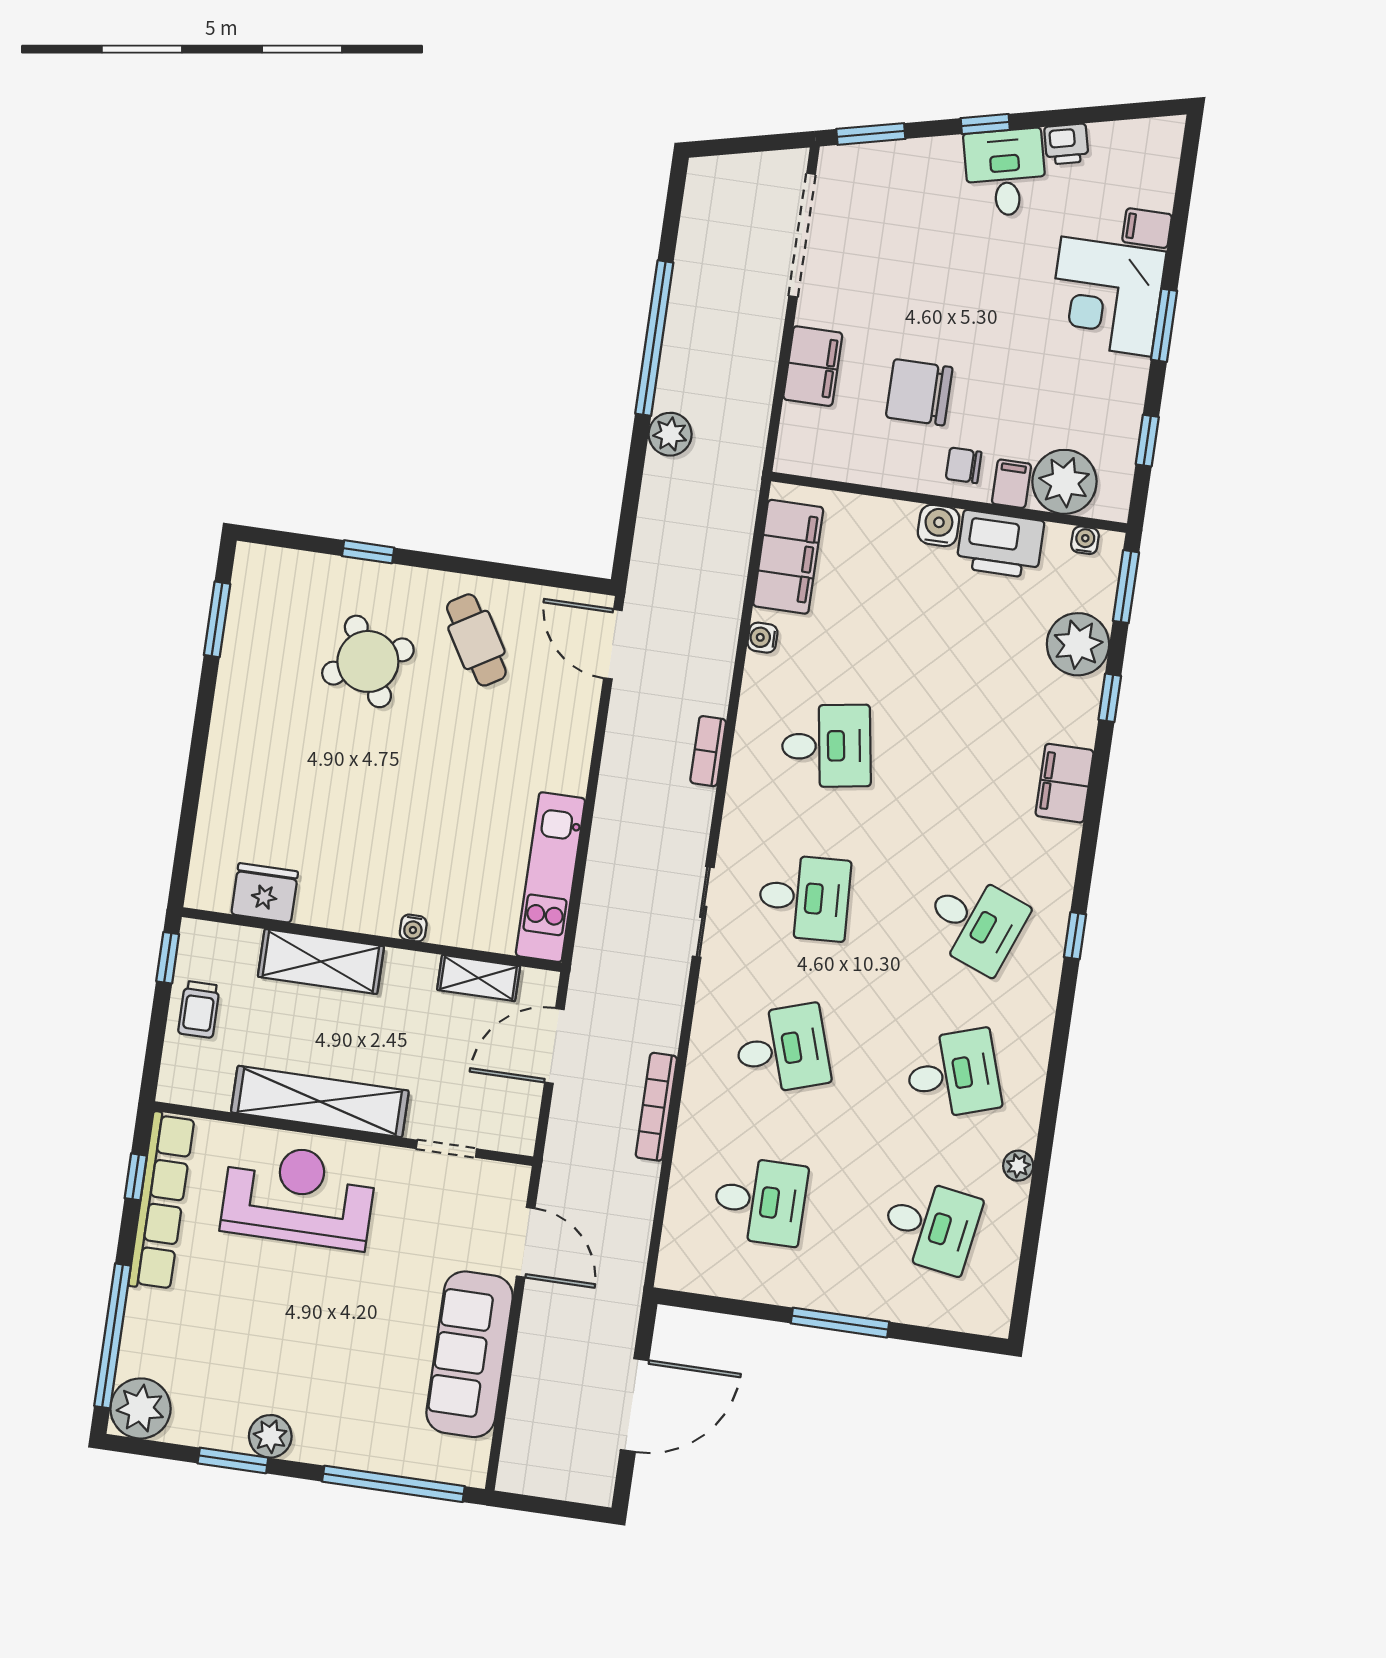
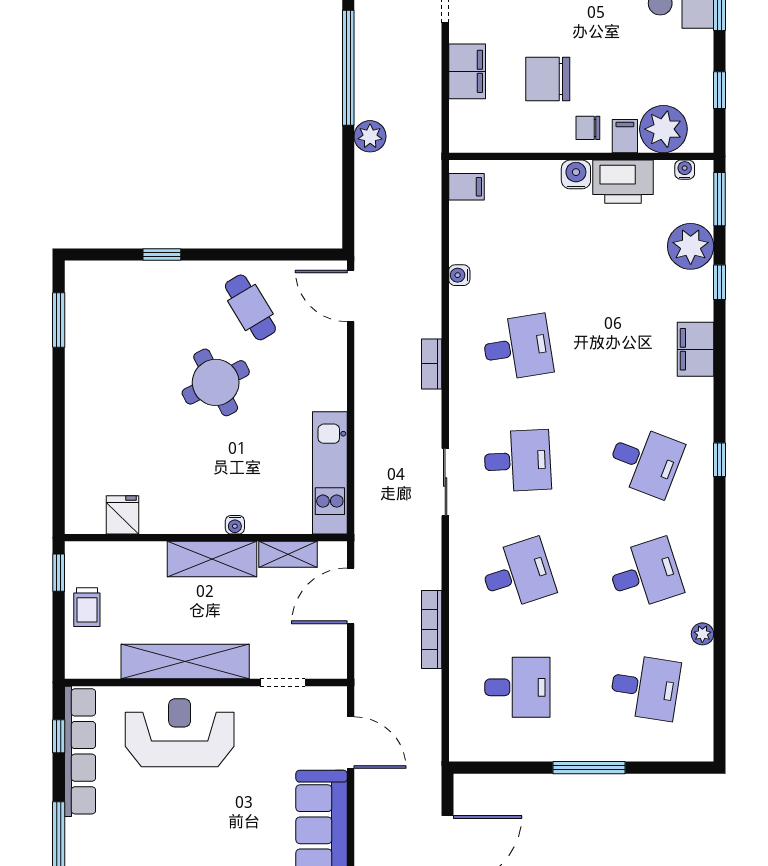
filing cabinet: (788, 557) -> (466, 187), width x0.33, depth x0.86
round table: (368, 661) -> (216, 382), moved
fridge: (265, 893) -> (123, 515), width x0.72
shelving: (321, 962) -> (212, 559), moved

